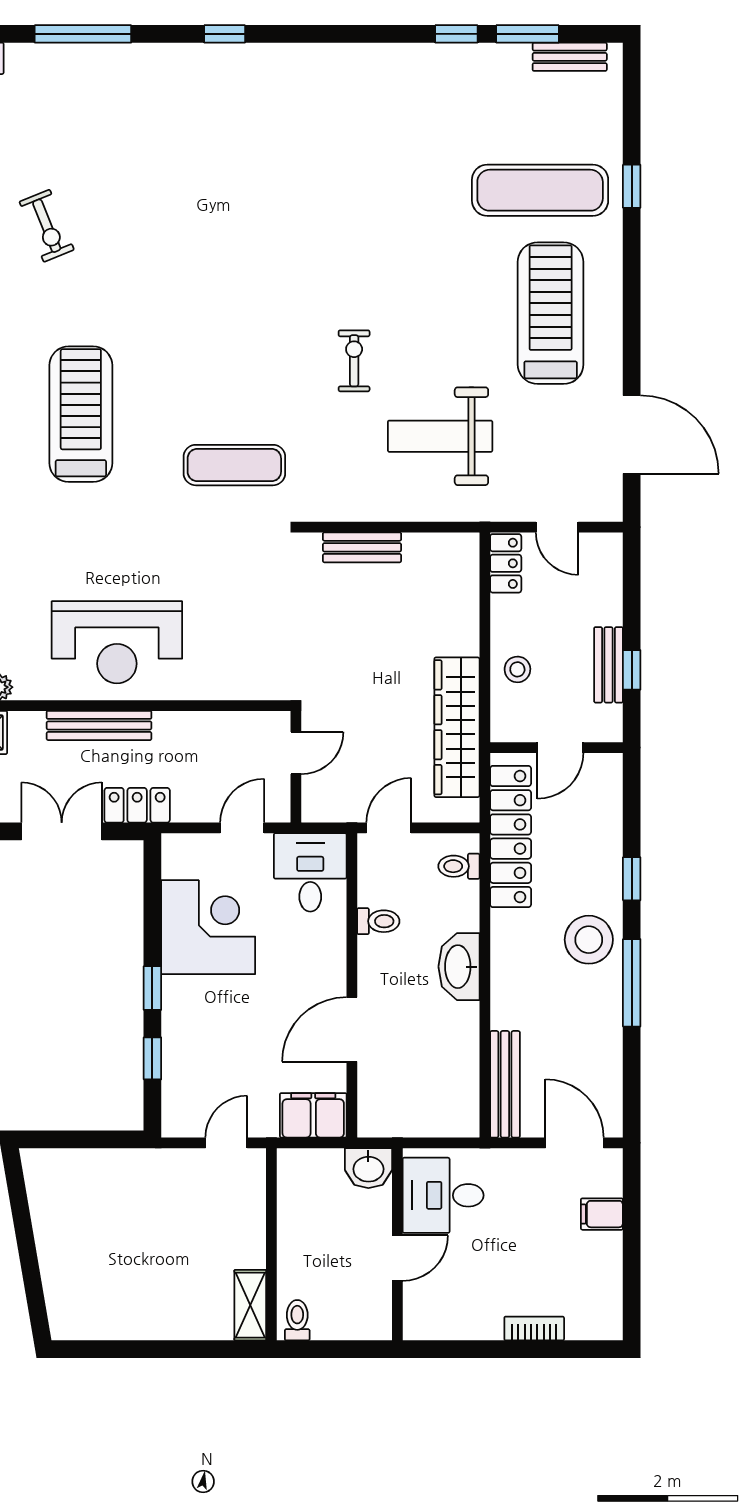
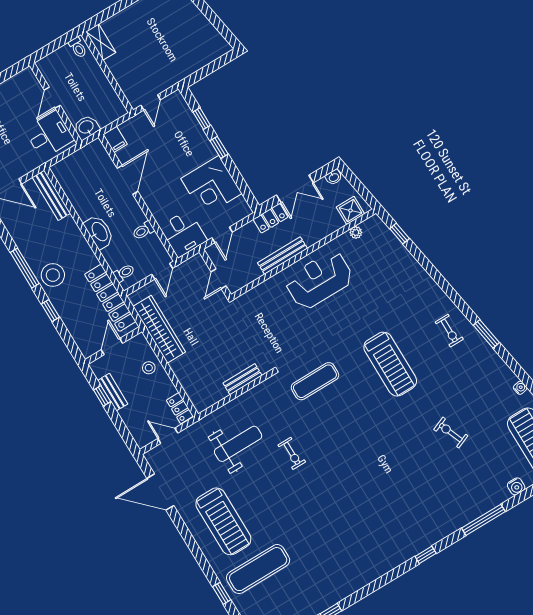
bench: (99, 725) -> (282, 256), moved
filing cabinet: (313, 1115) -> (115, 139), width x0.50

